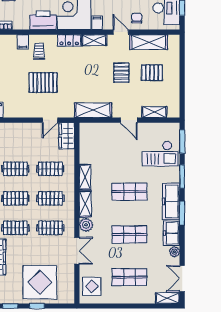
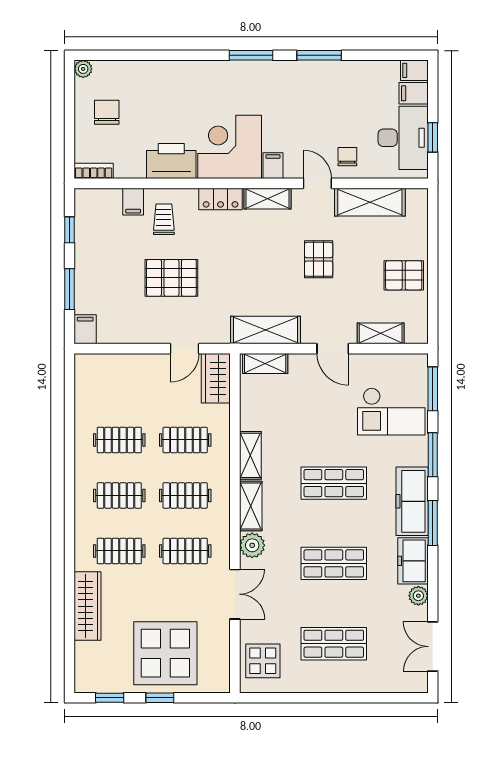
pallet: (152, 73) -> (404, 275), moved
shelving: (168, 298) -> (265, 363), moved

